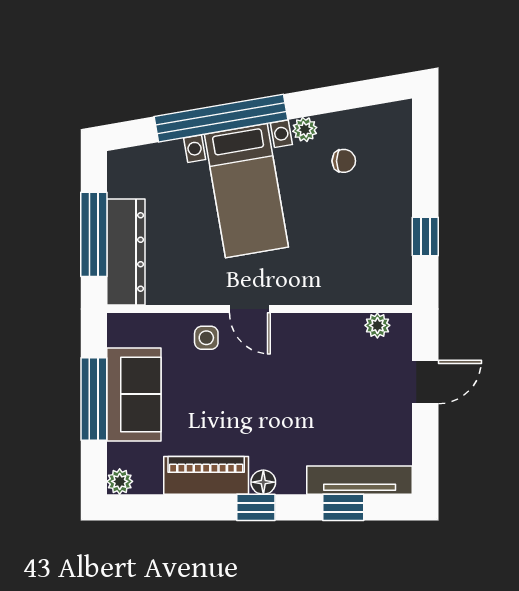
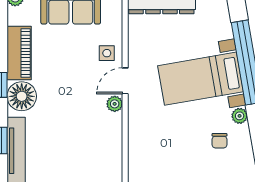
plant: (377, 325) -> (115, 104), moved
floor lamp: (263, 482) -> (22, 96), width x1.89, depth x1.89

